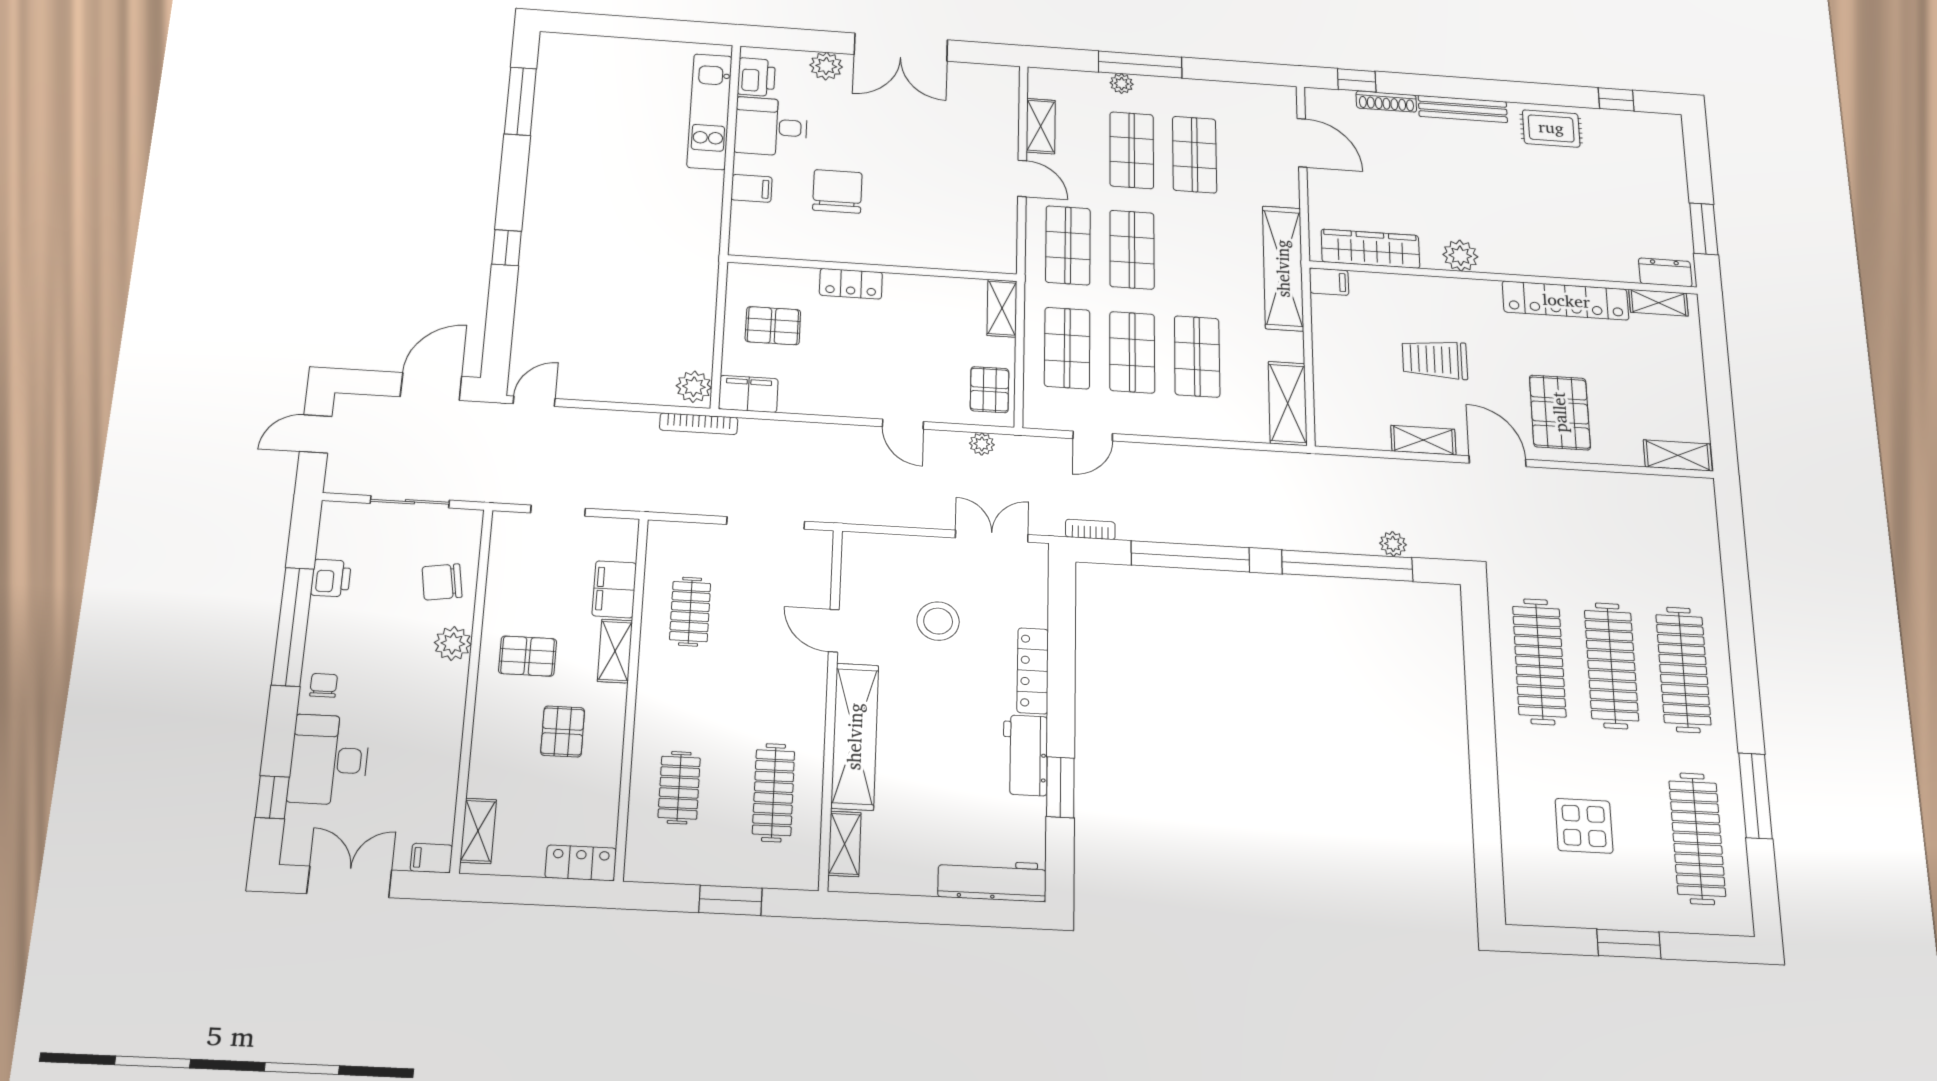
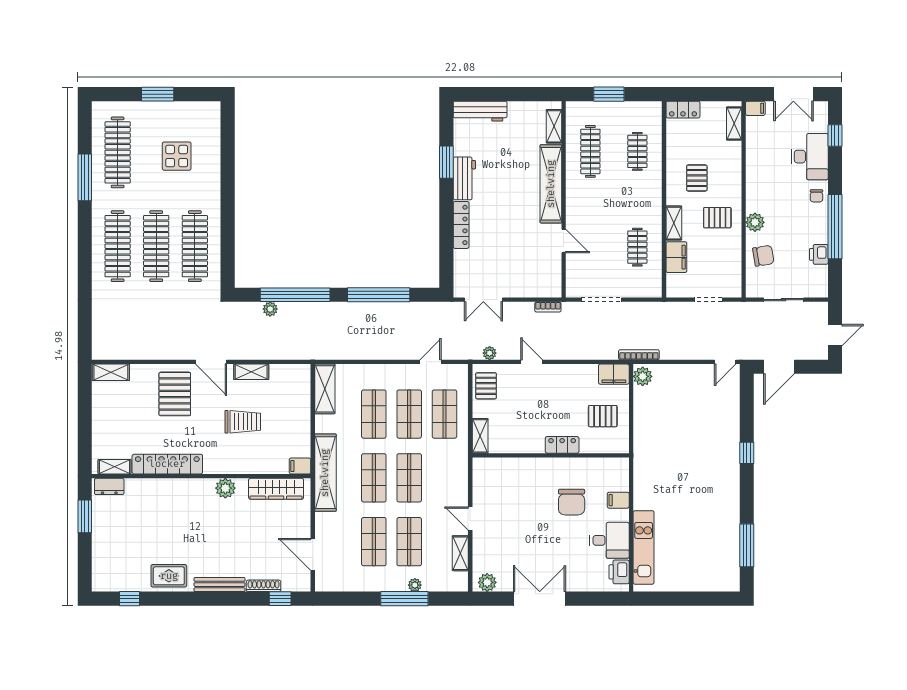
plant: (826, 66) -> (487, 582), moved
shop shelf: (1068, 245) -> (374, 478), moved
bookcase: (1090, 529) -> (548, 307), moved
stool: (938, 621) -> (510, 250), removed

